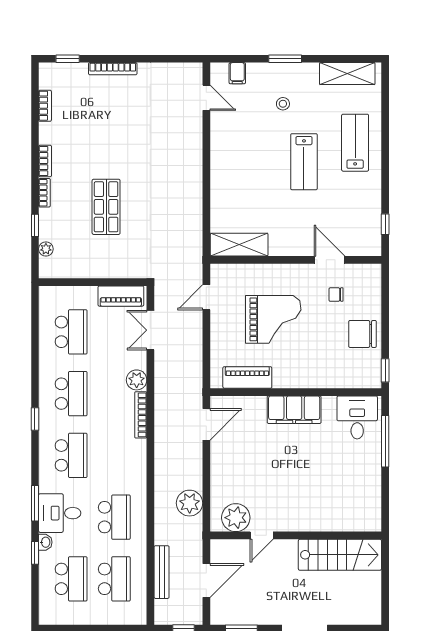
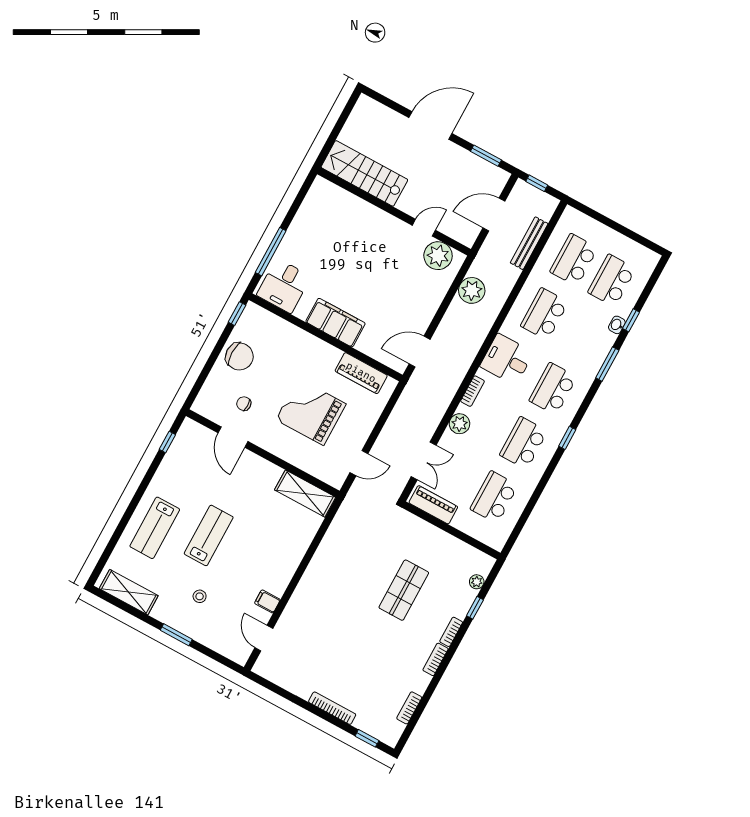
filing cabinet: (237, 73) -> (267, 601), moved, turned -90
chair: (336, 295) -> (244, 404), turned 180
bookcase: (141, 415) -> (473, 391), width x0.64
desk: (60, 513) -> (507, 359), moved, turned 180

